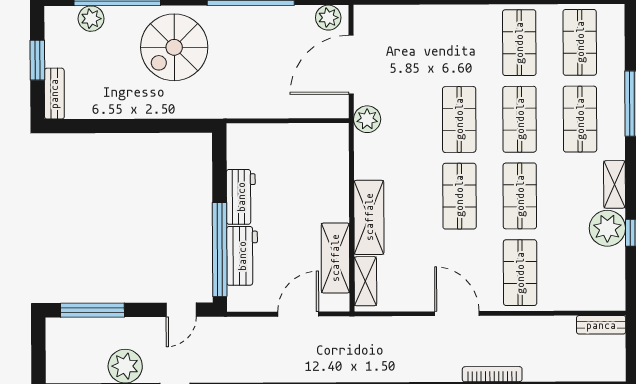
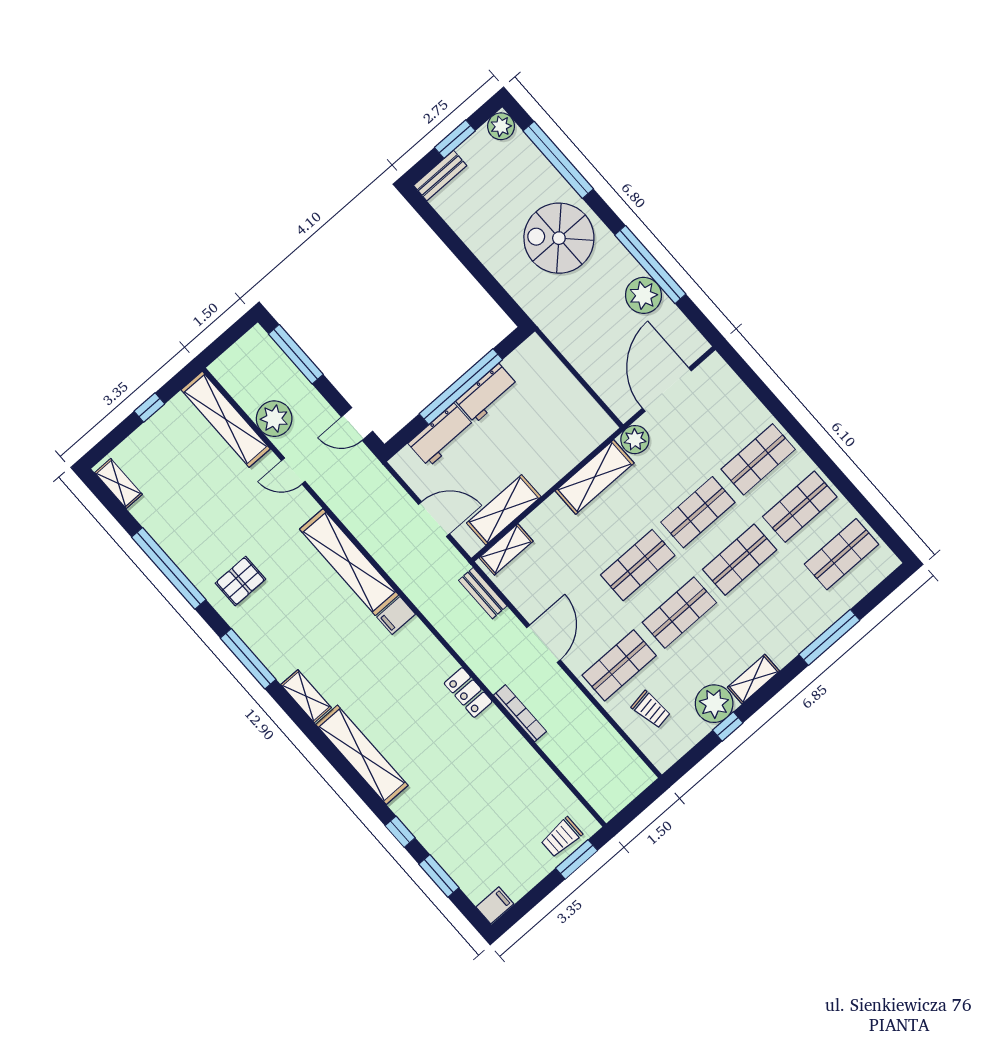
plant: (328, 18) -> (643, 295), moved, width x1.36, depth x1.36
plant: (91, 19) -> (501, 126), moved
door: (351, 65) -> (667, 390), hinge flipped
shop shelf: (580, 119) -> (758, 459), moved
shelving: (369, 217) -> (595, 477), moved
window: (220, 249) -> (461, 387), moved
trolley: (572, 277) -> (651, 710), added
bench: (601, 325) -> (483, 593), moved

